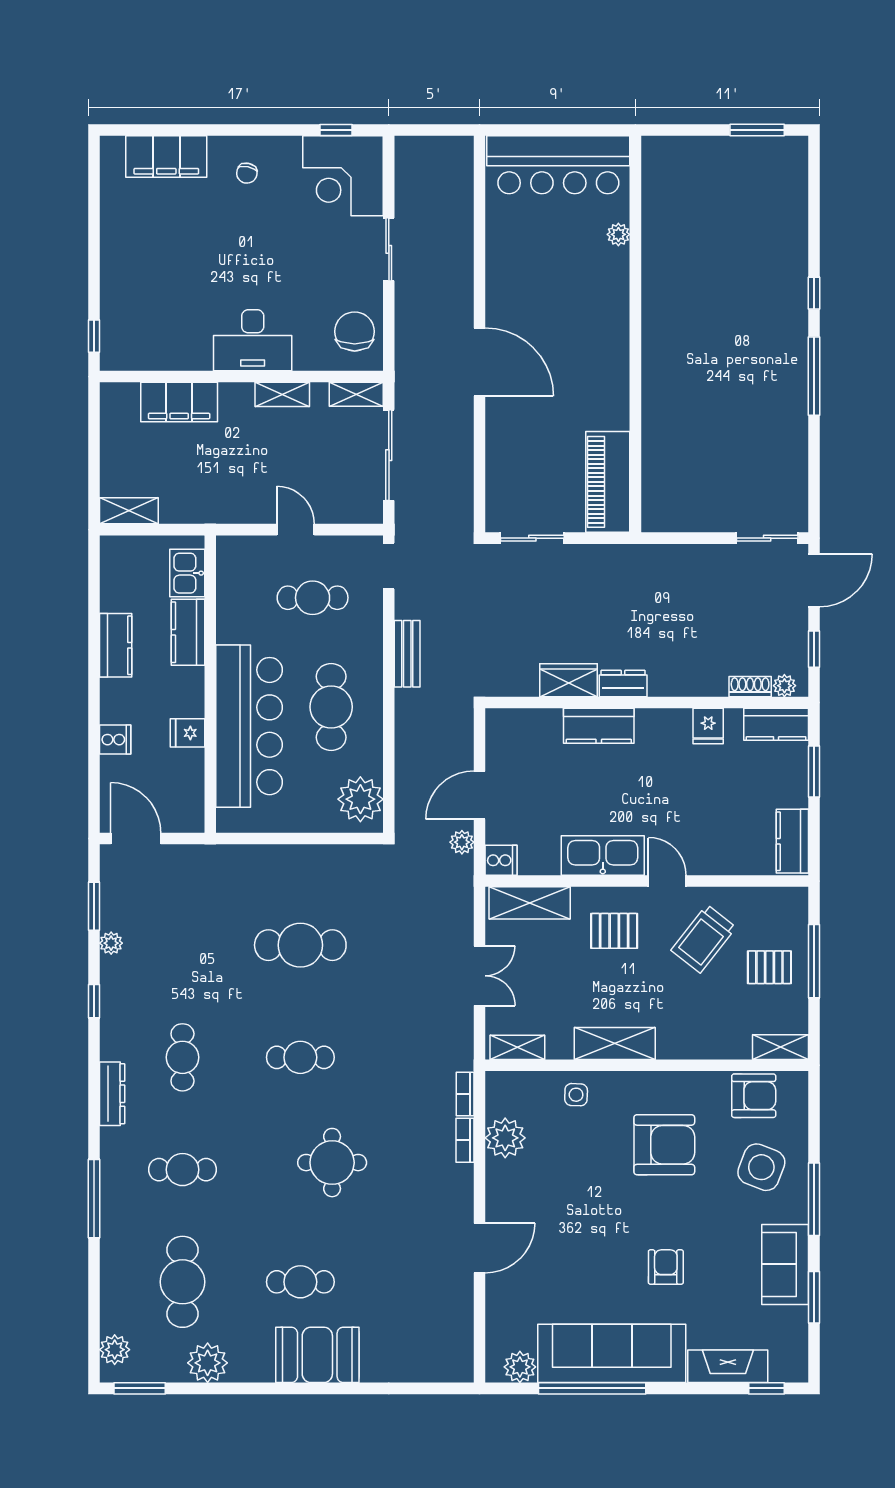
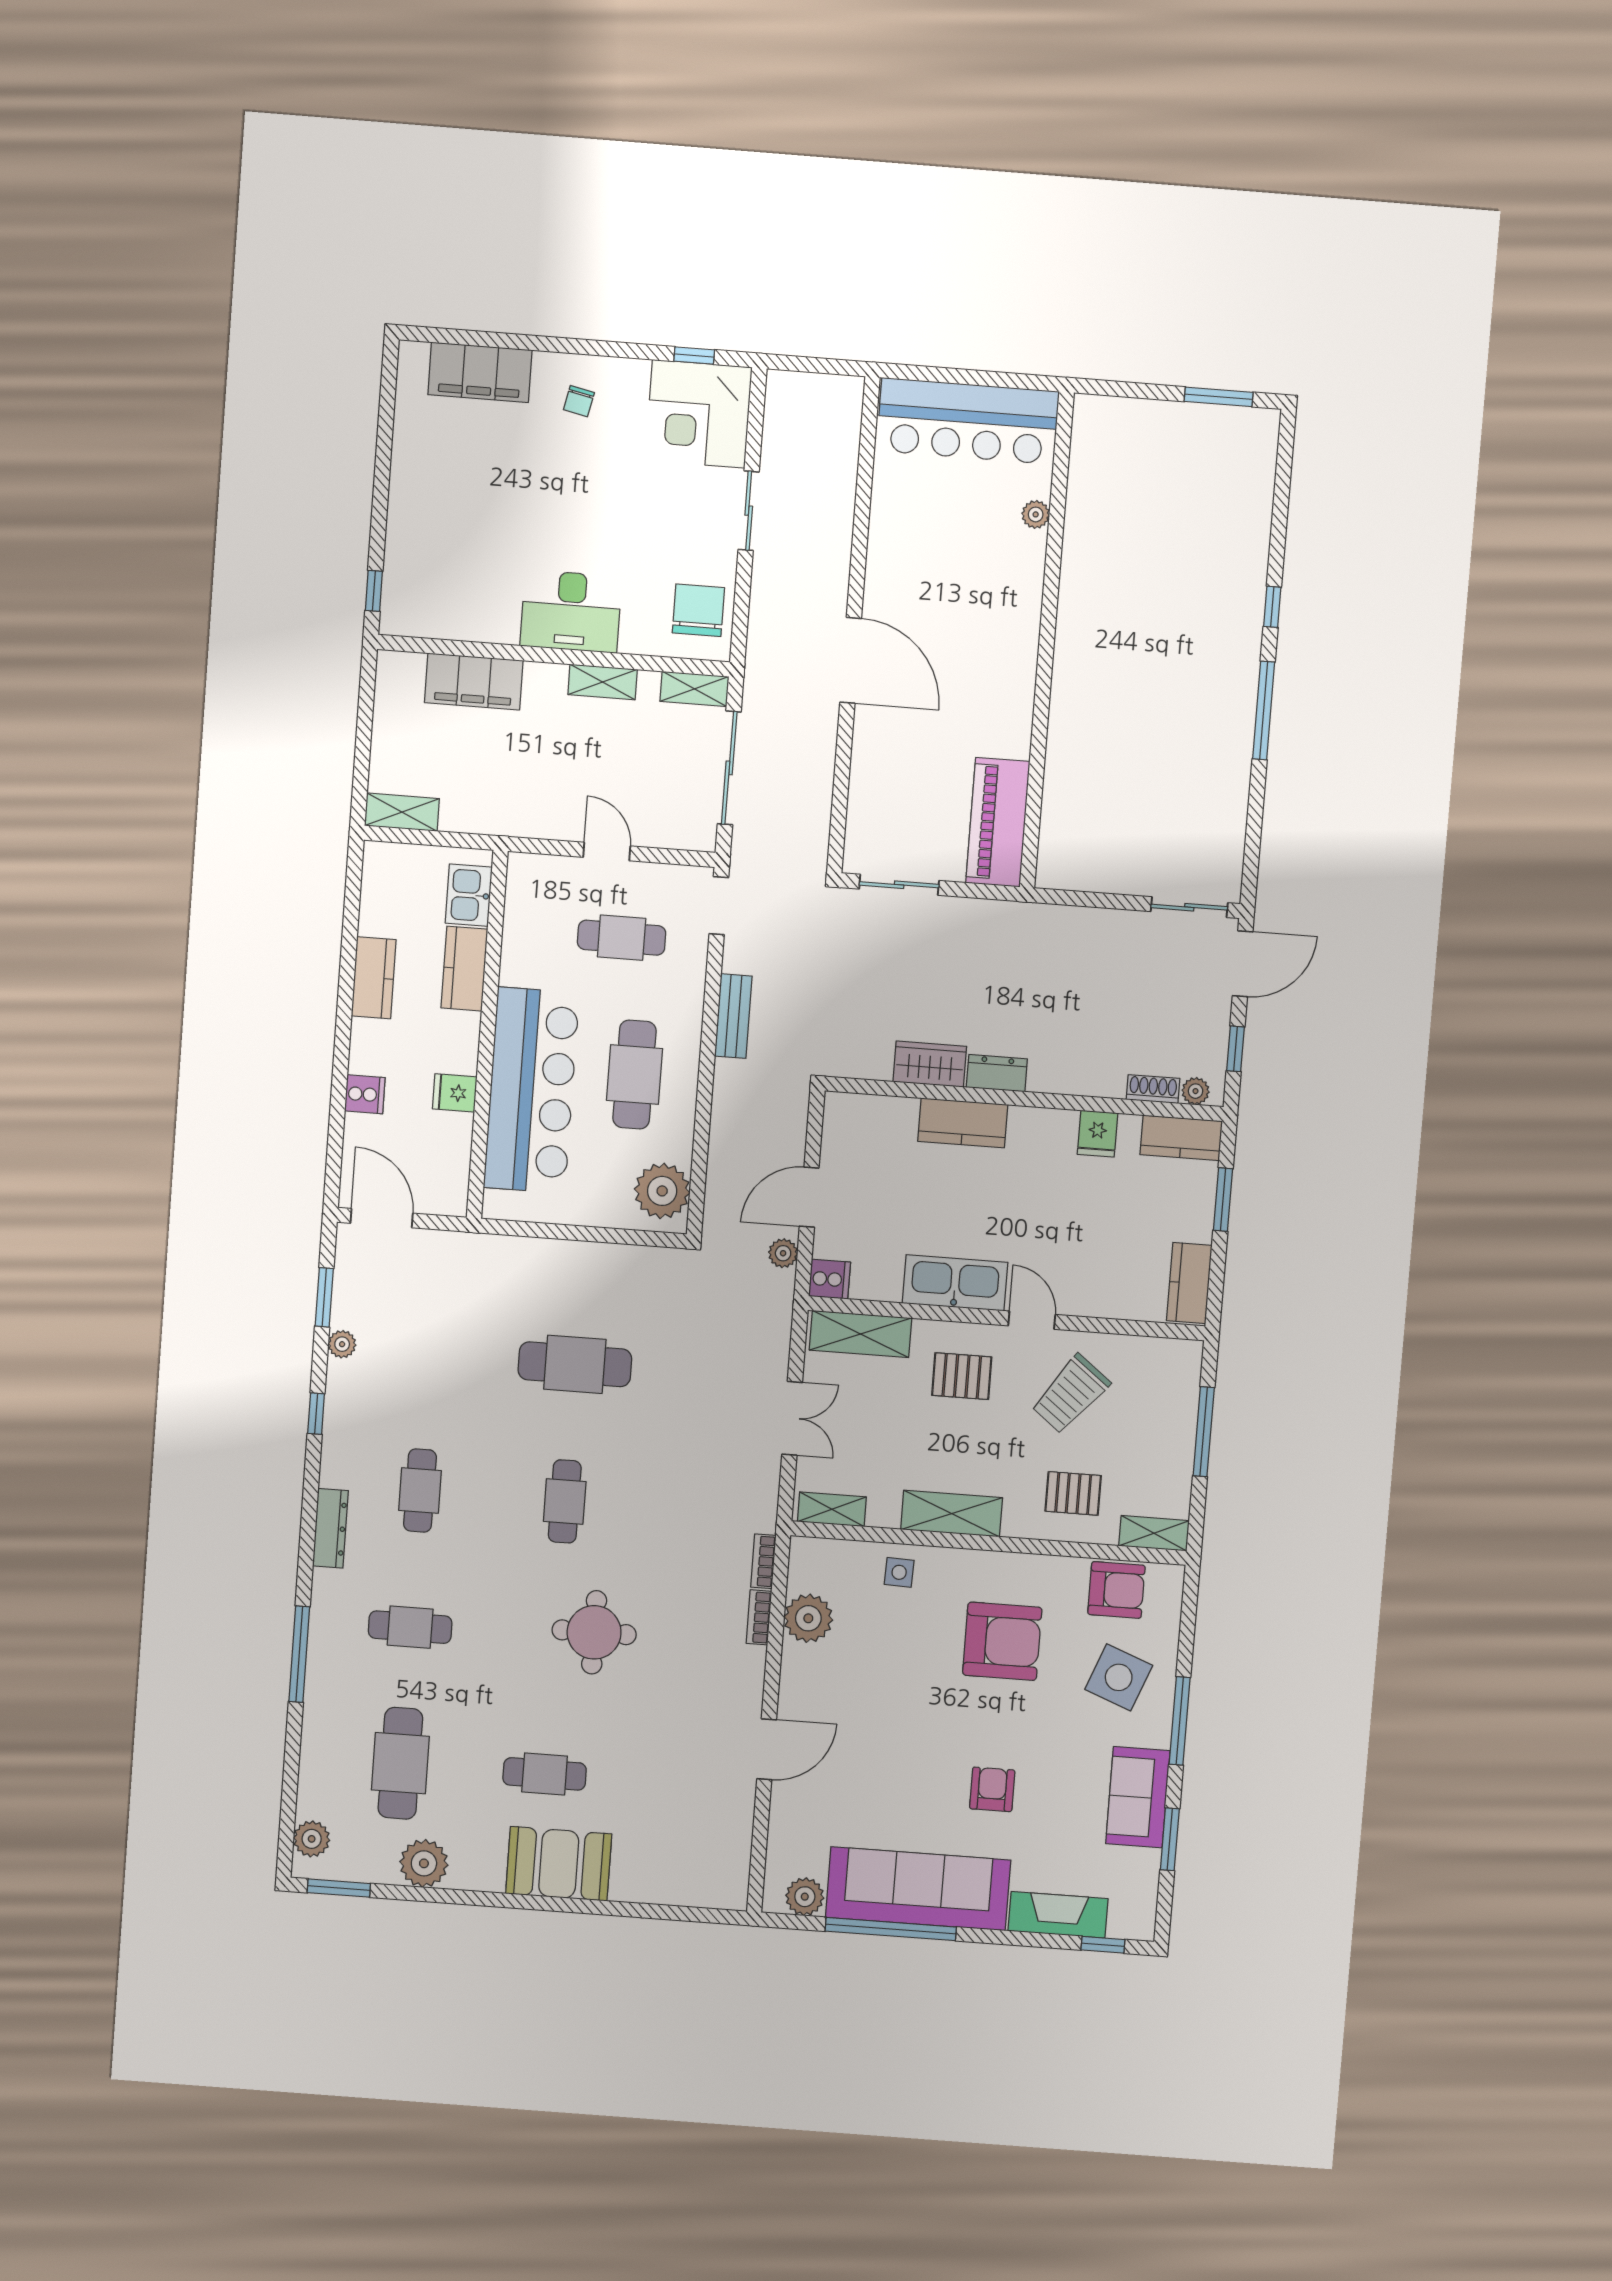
pallet: (769, 967) -> (1073, 1493), moved
cafe table: (300, 1057) -> (565, 1501), turned 90

